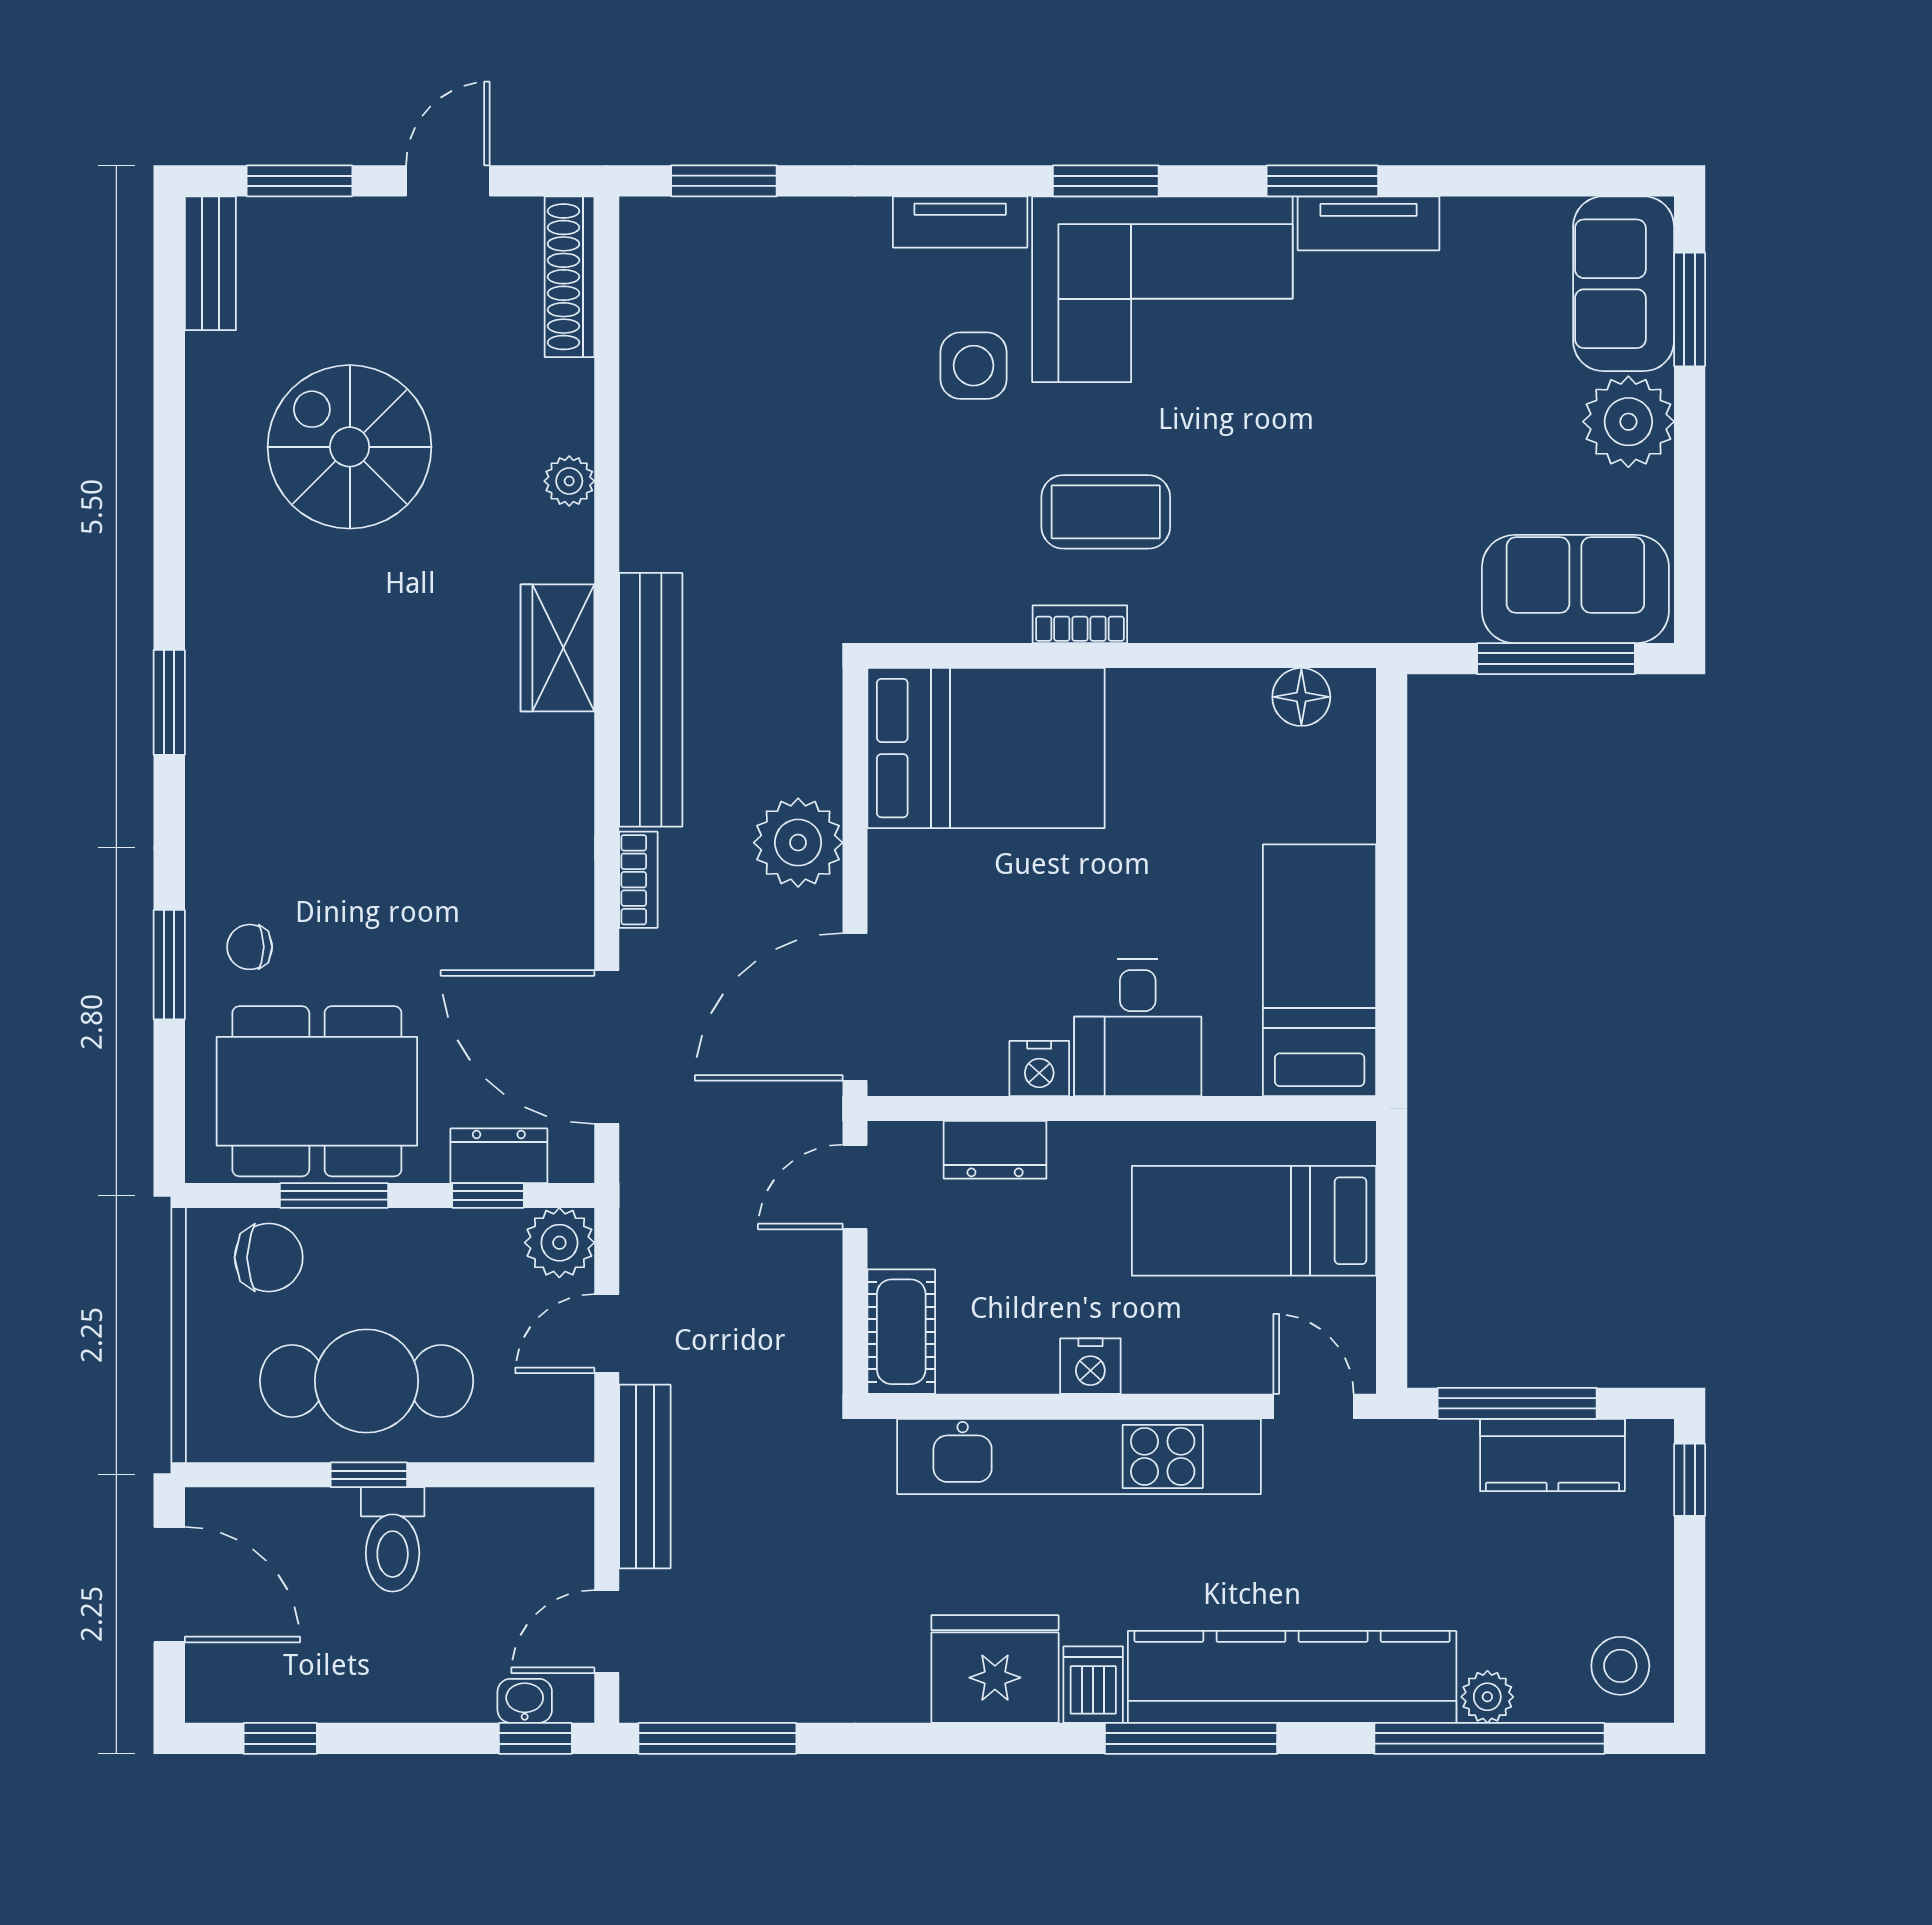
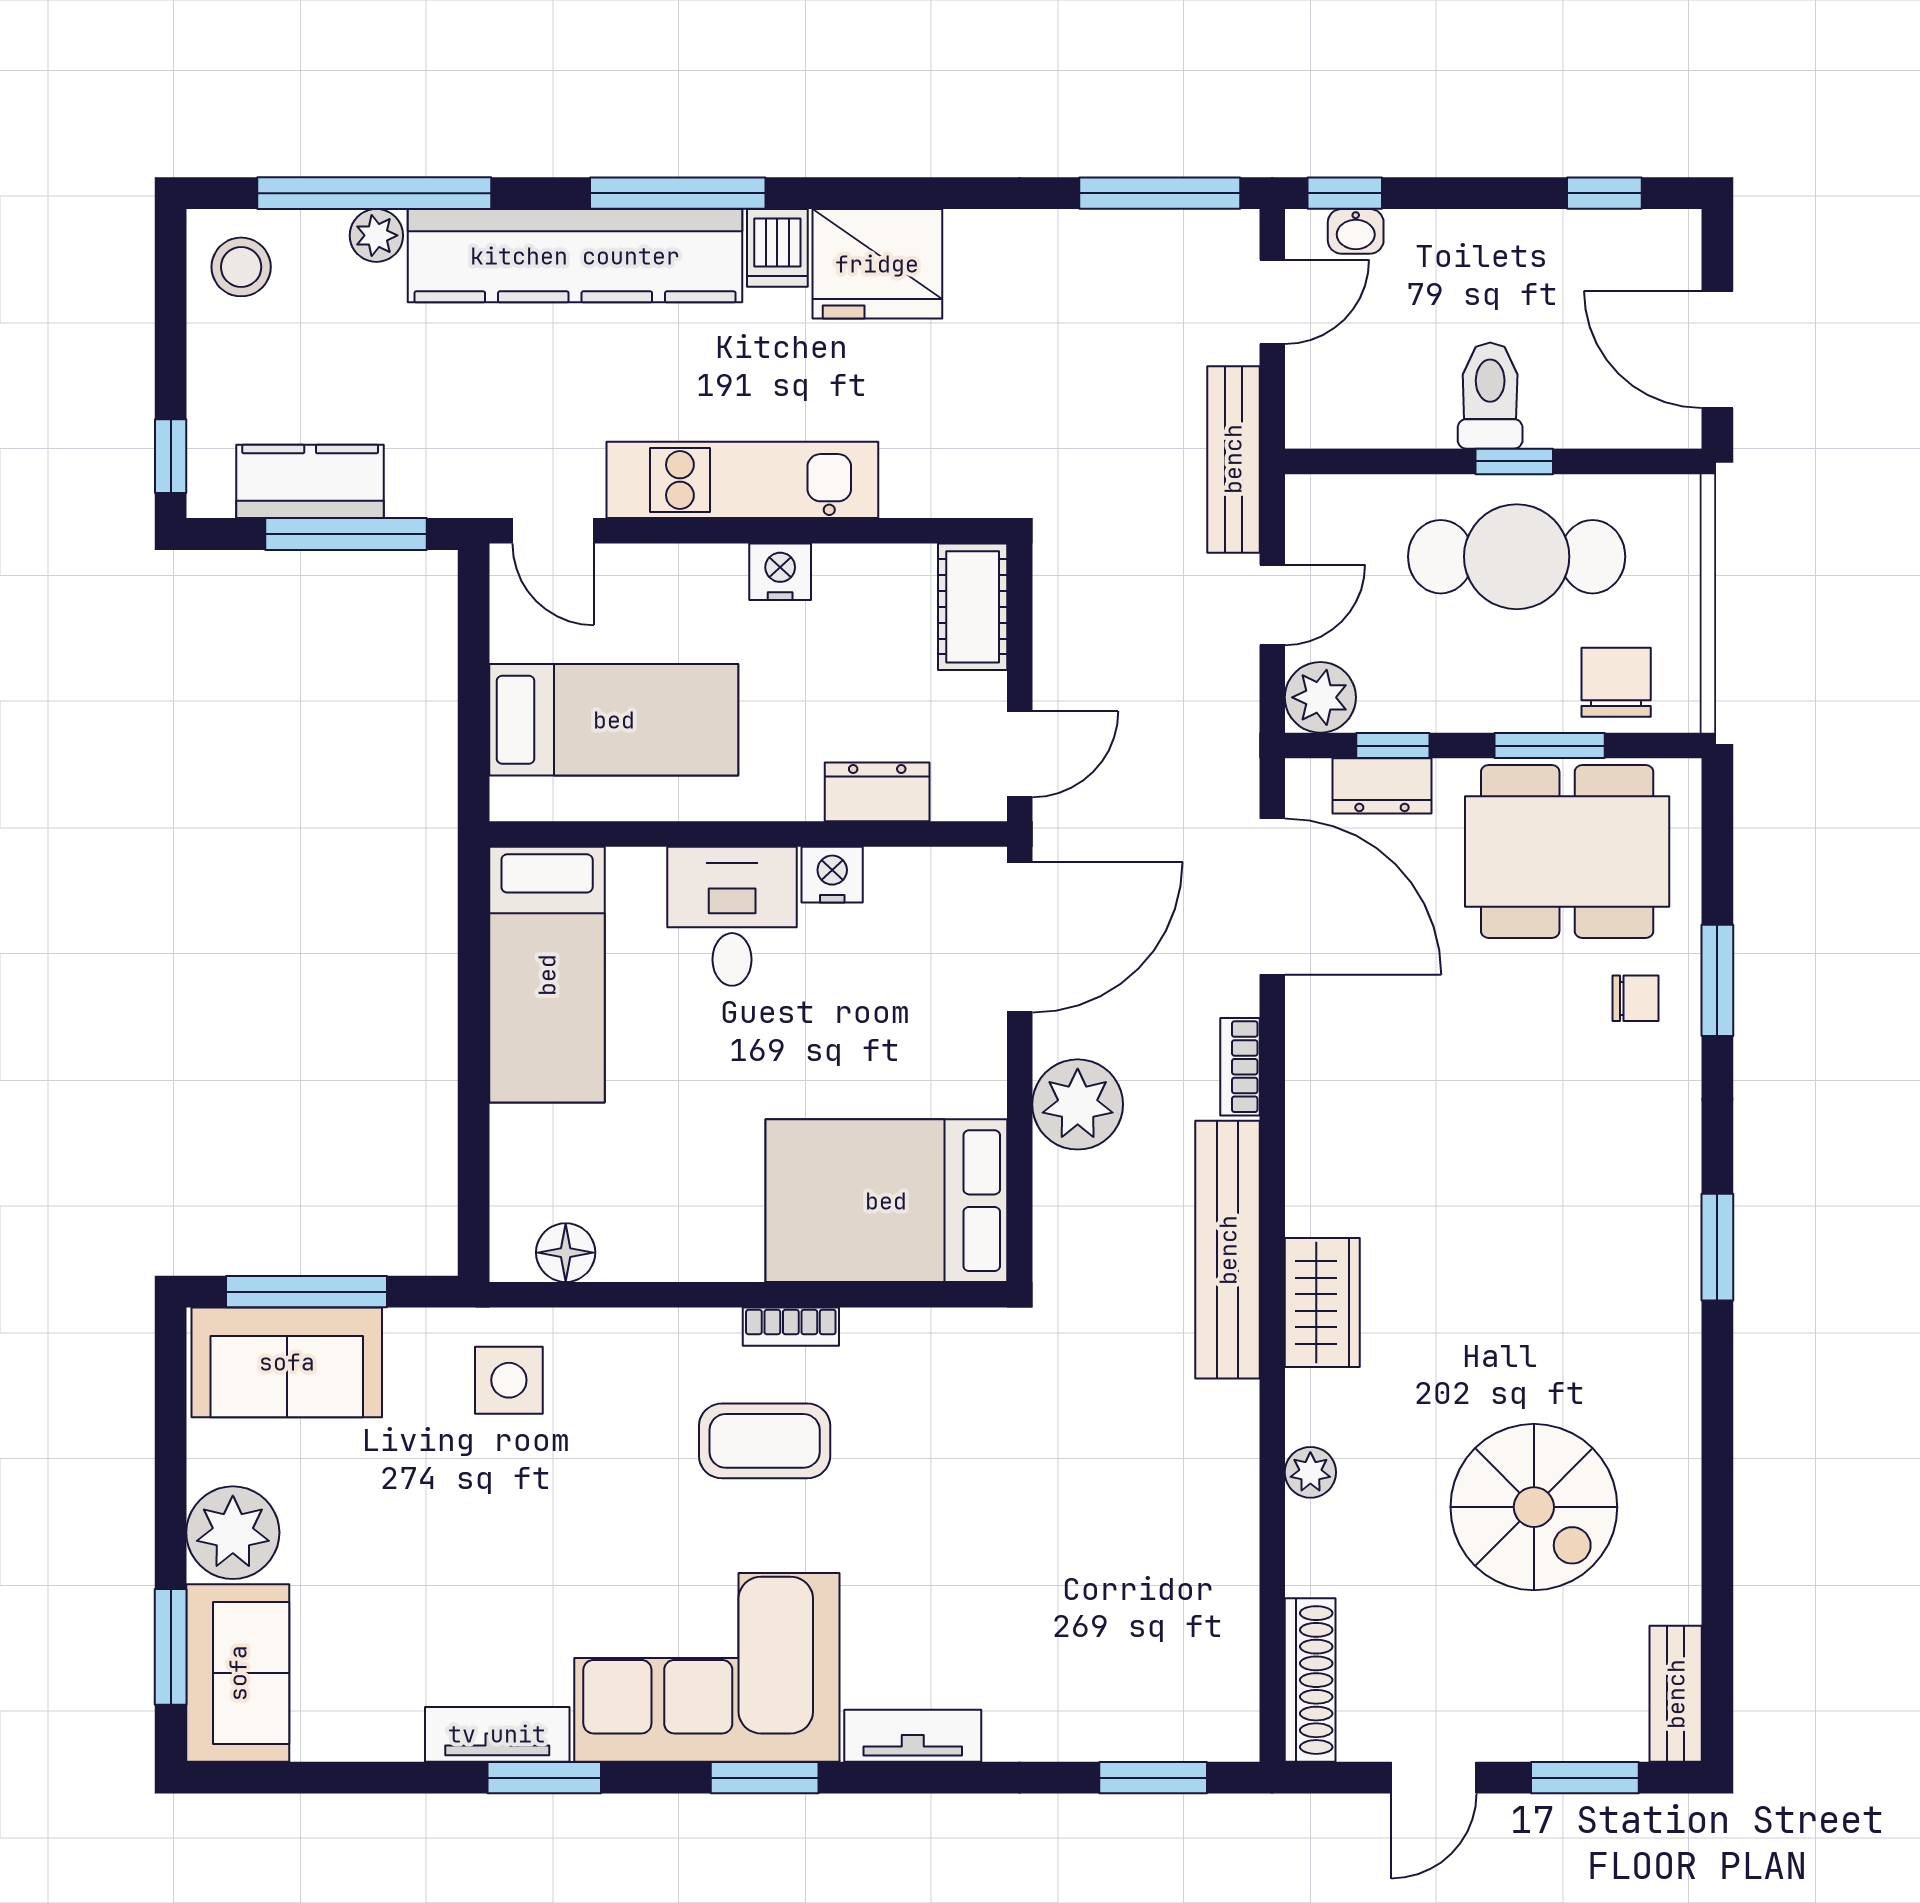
side table: (974, 366) -> (509, 1380), moved
chair: (269, 1258) -> (1616, 682), turned 90
kitchen unit: (1079, 1456) -> (742, 480), width x0.73

